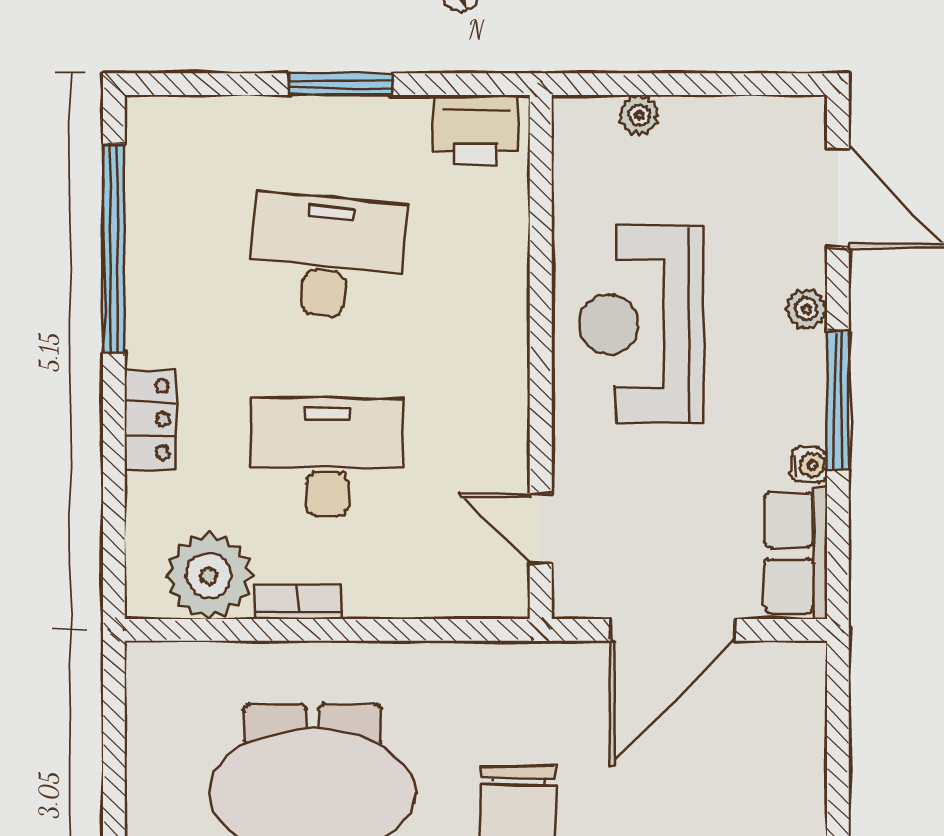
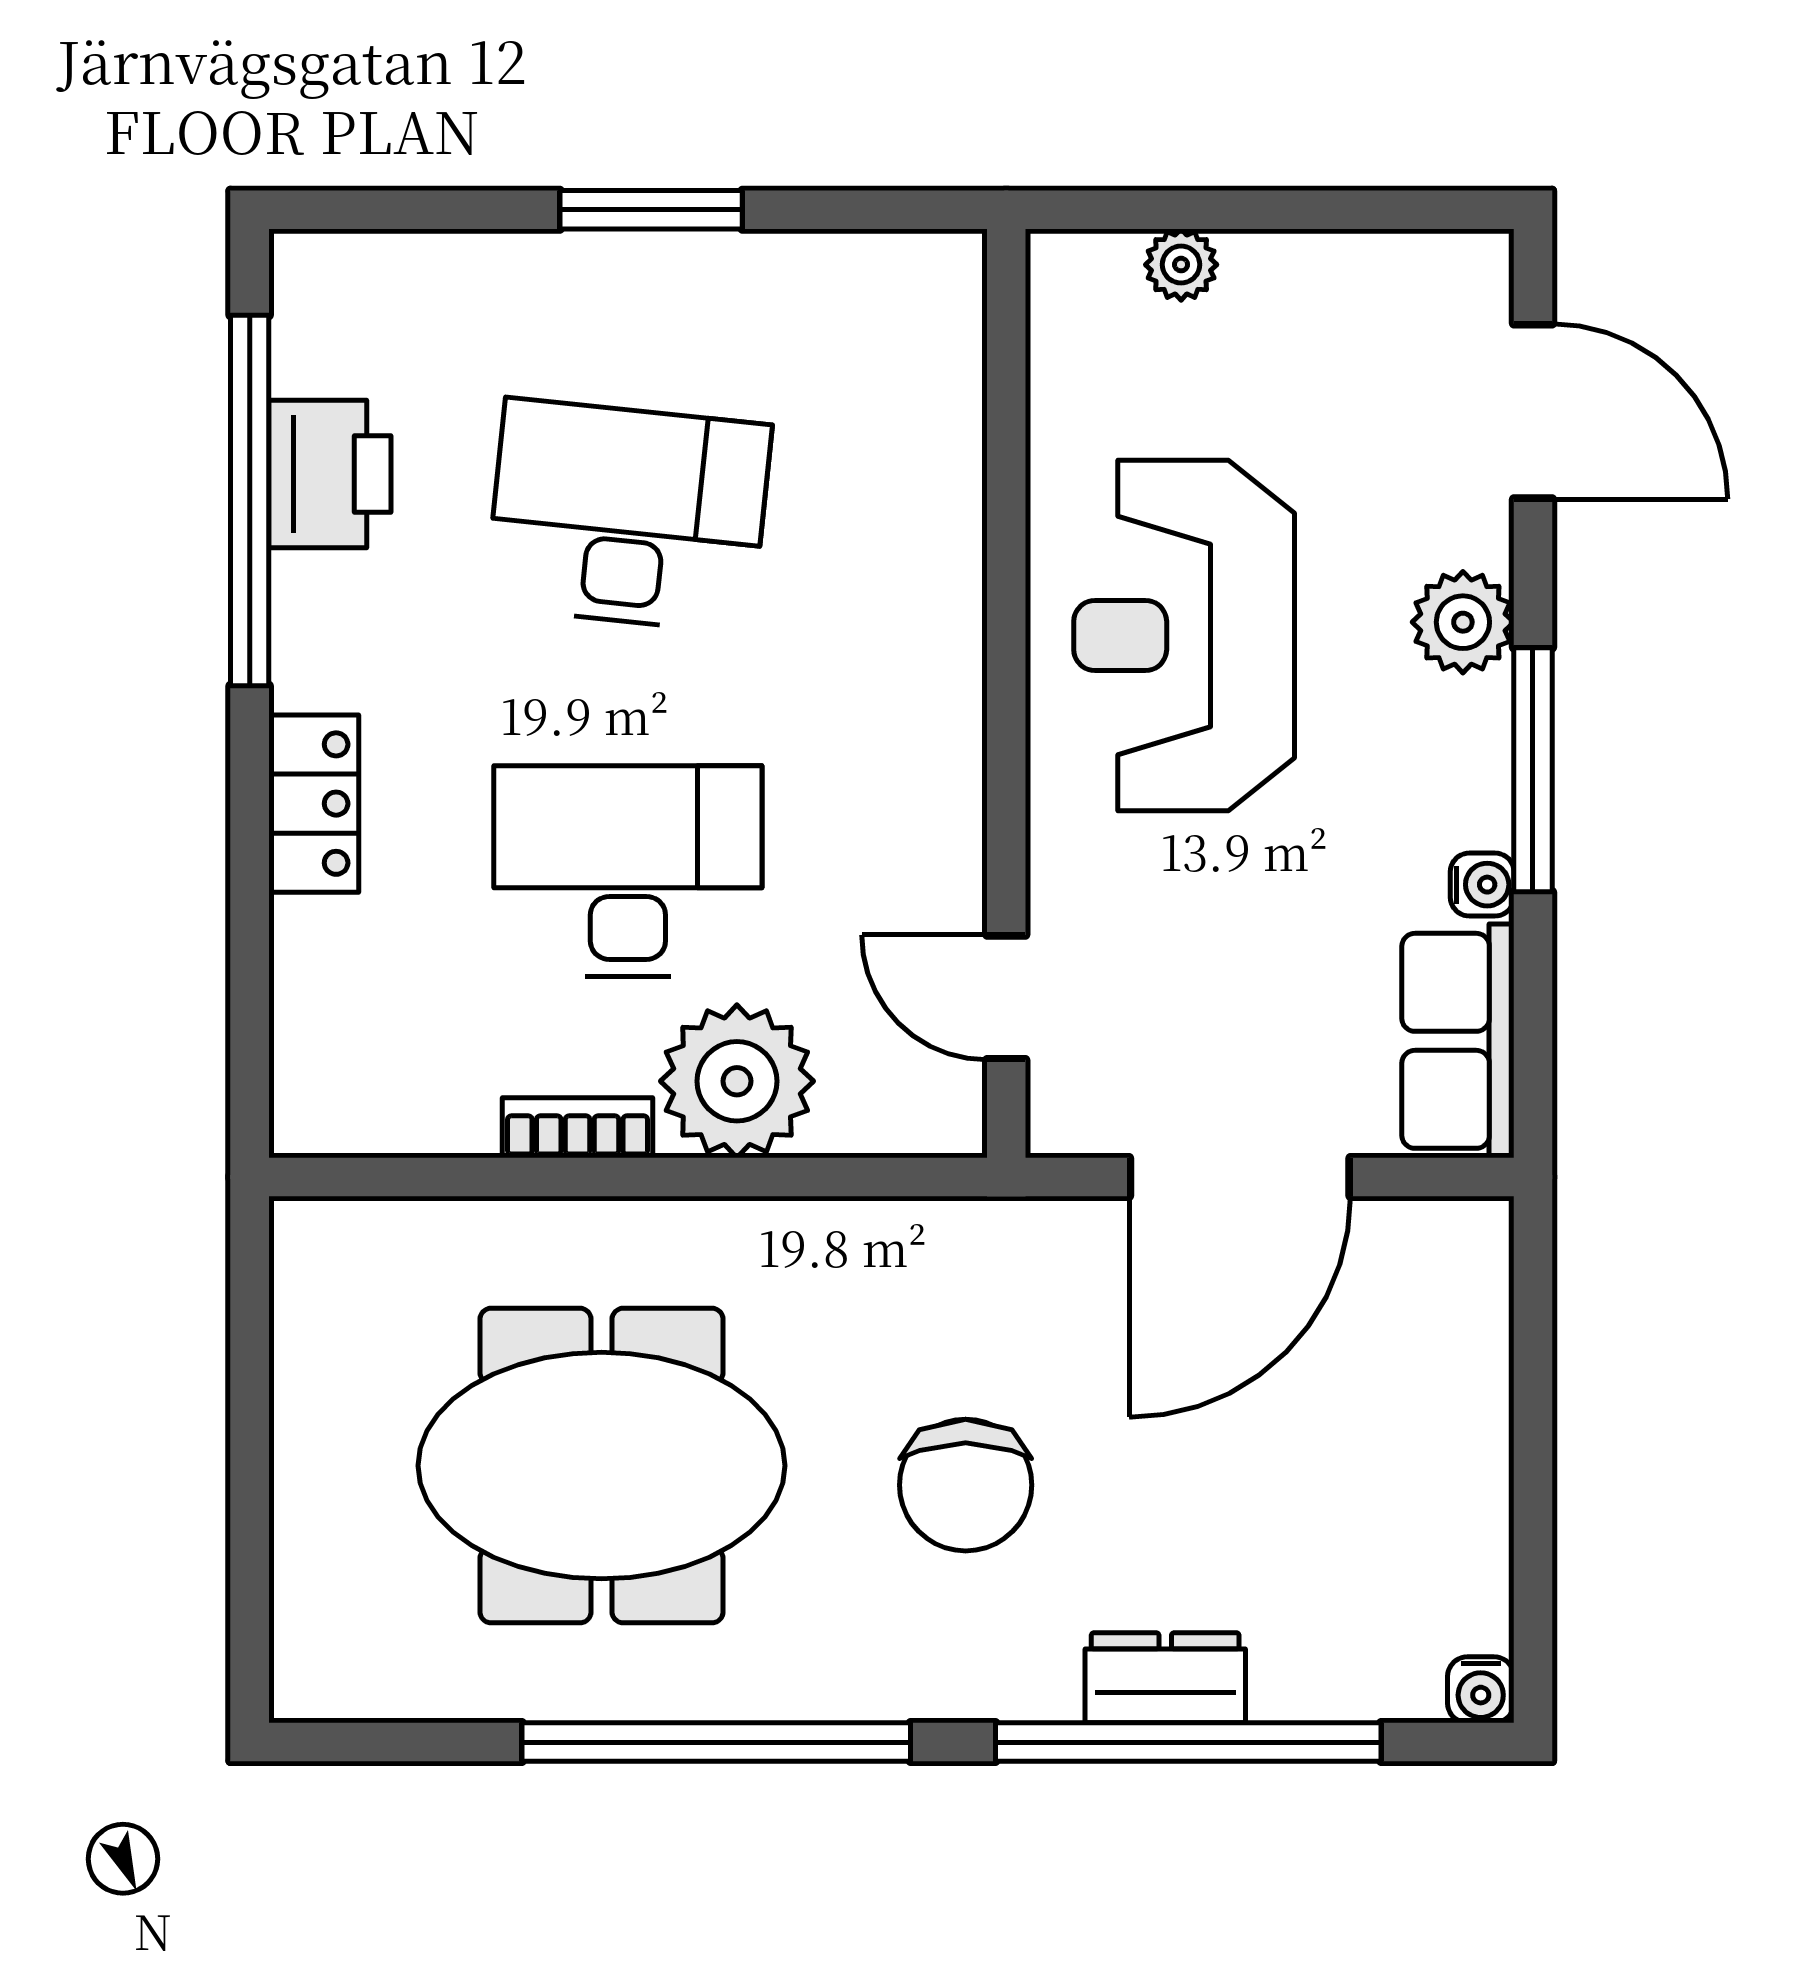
printer: (476, 129) -> (330, 474), moved, turned -90
plant: (806, 309) -> (1463, 622), width x1.38, depth x1.38
plant: (209, 576) -> (737, 1081), moved

